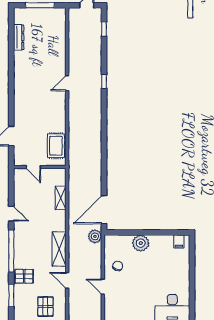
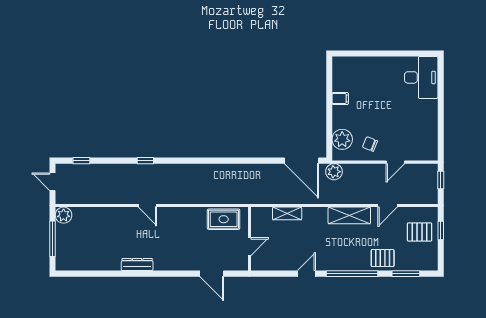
plant: (59, 14) -> (64, 215), added
dresser: (19, 37) -> (137, 265), moved
filing cabinet: (179, 241) -> (340, 99), moved
plant: (141, 243) -> (342, 139), moved
pallet: (24, 276) -> (383, 258), turned 90

